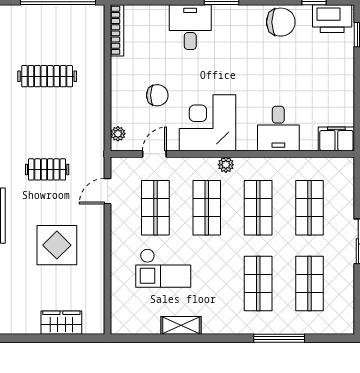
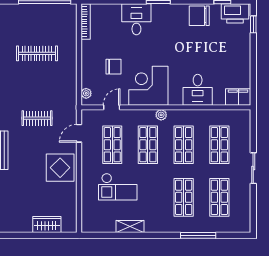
chair: (281, 22) -> (199, 16), turned 180
display table: (57, 245) -> (60, 168), moved

